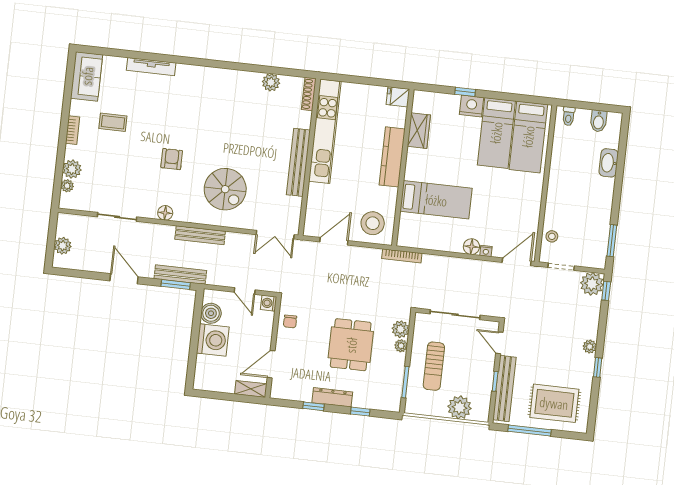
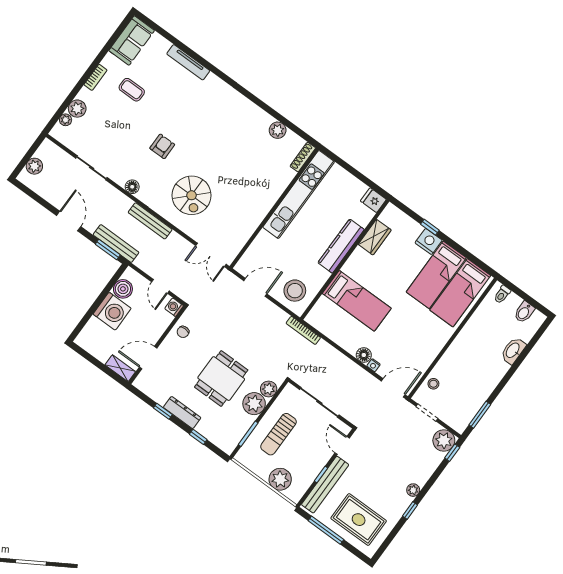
bench: (298, 162) -> (263, 207), removed
plant: (401, 346) -> (254, 404), width x1.88, depth x1.88

